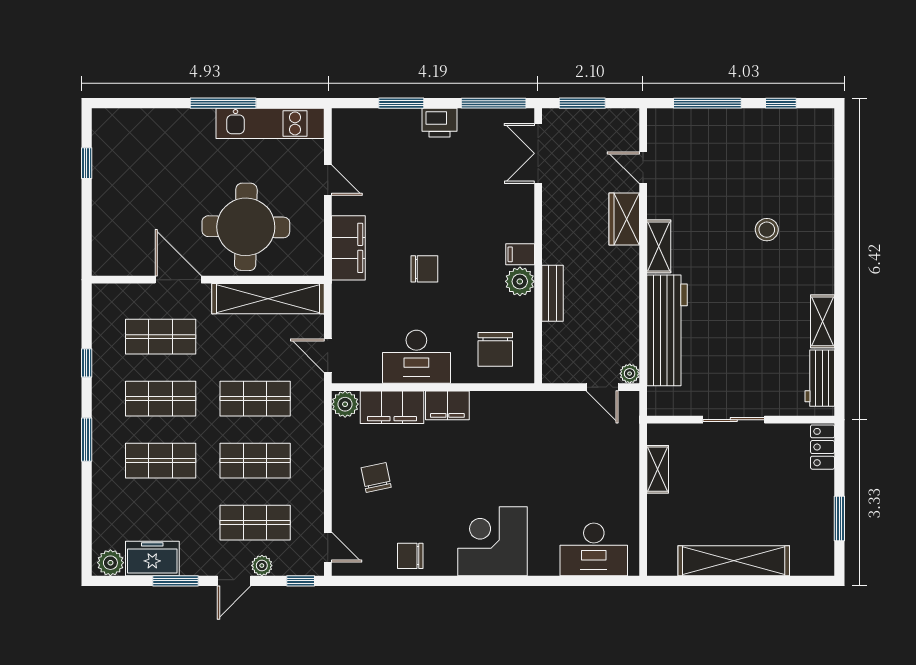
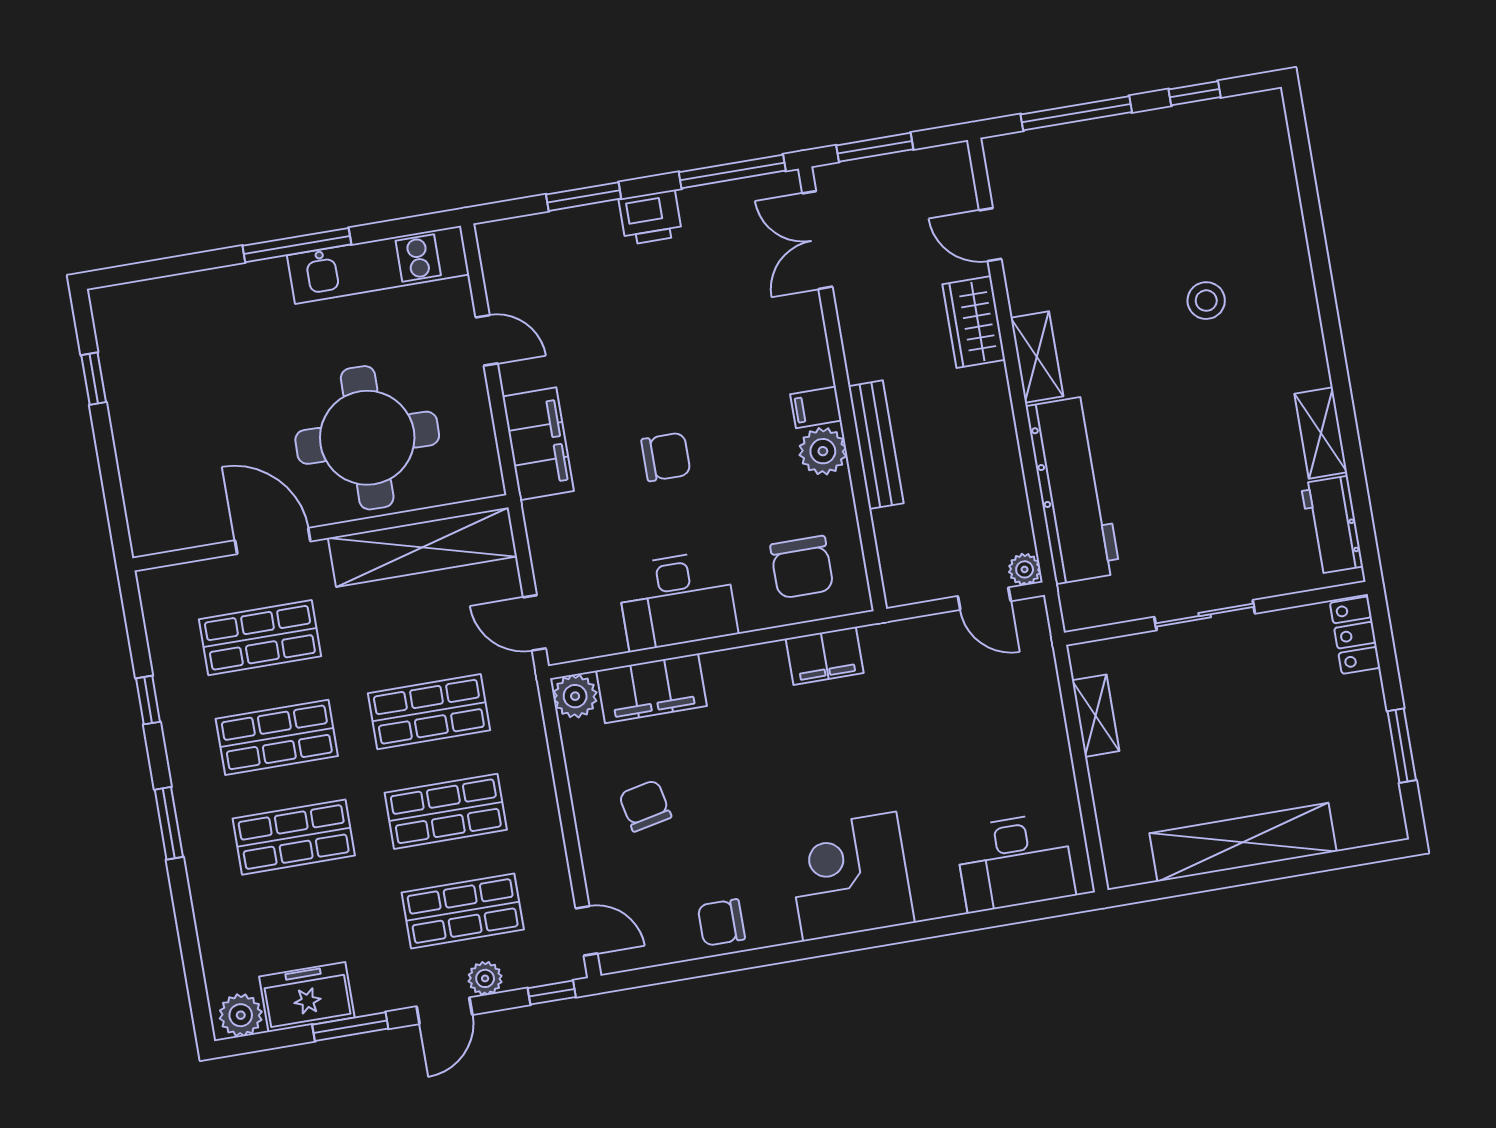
bench: (553, 293) -> (876, 445), width x1.36
filing cabinet: (447, 405) -> (825, 656), moved

